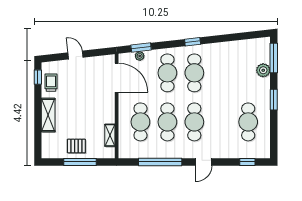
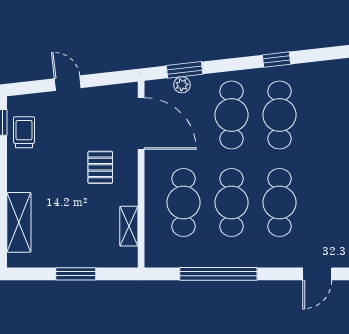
shelving: (48, 115) -> (19, 222), moved
pallet: (76, 146) -> (100, 167), moved, turned 90
window: (80, 162) -> (76, 274), width x0.69
door: (204, 162) -> (317, 274), moved

